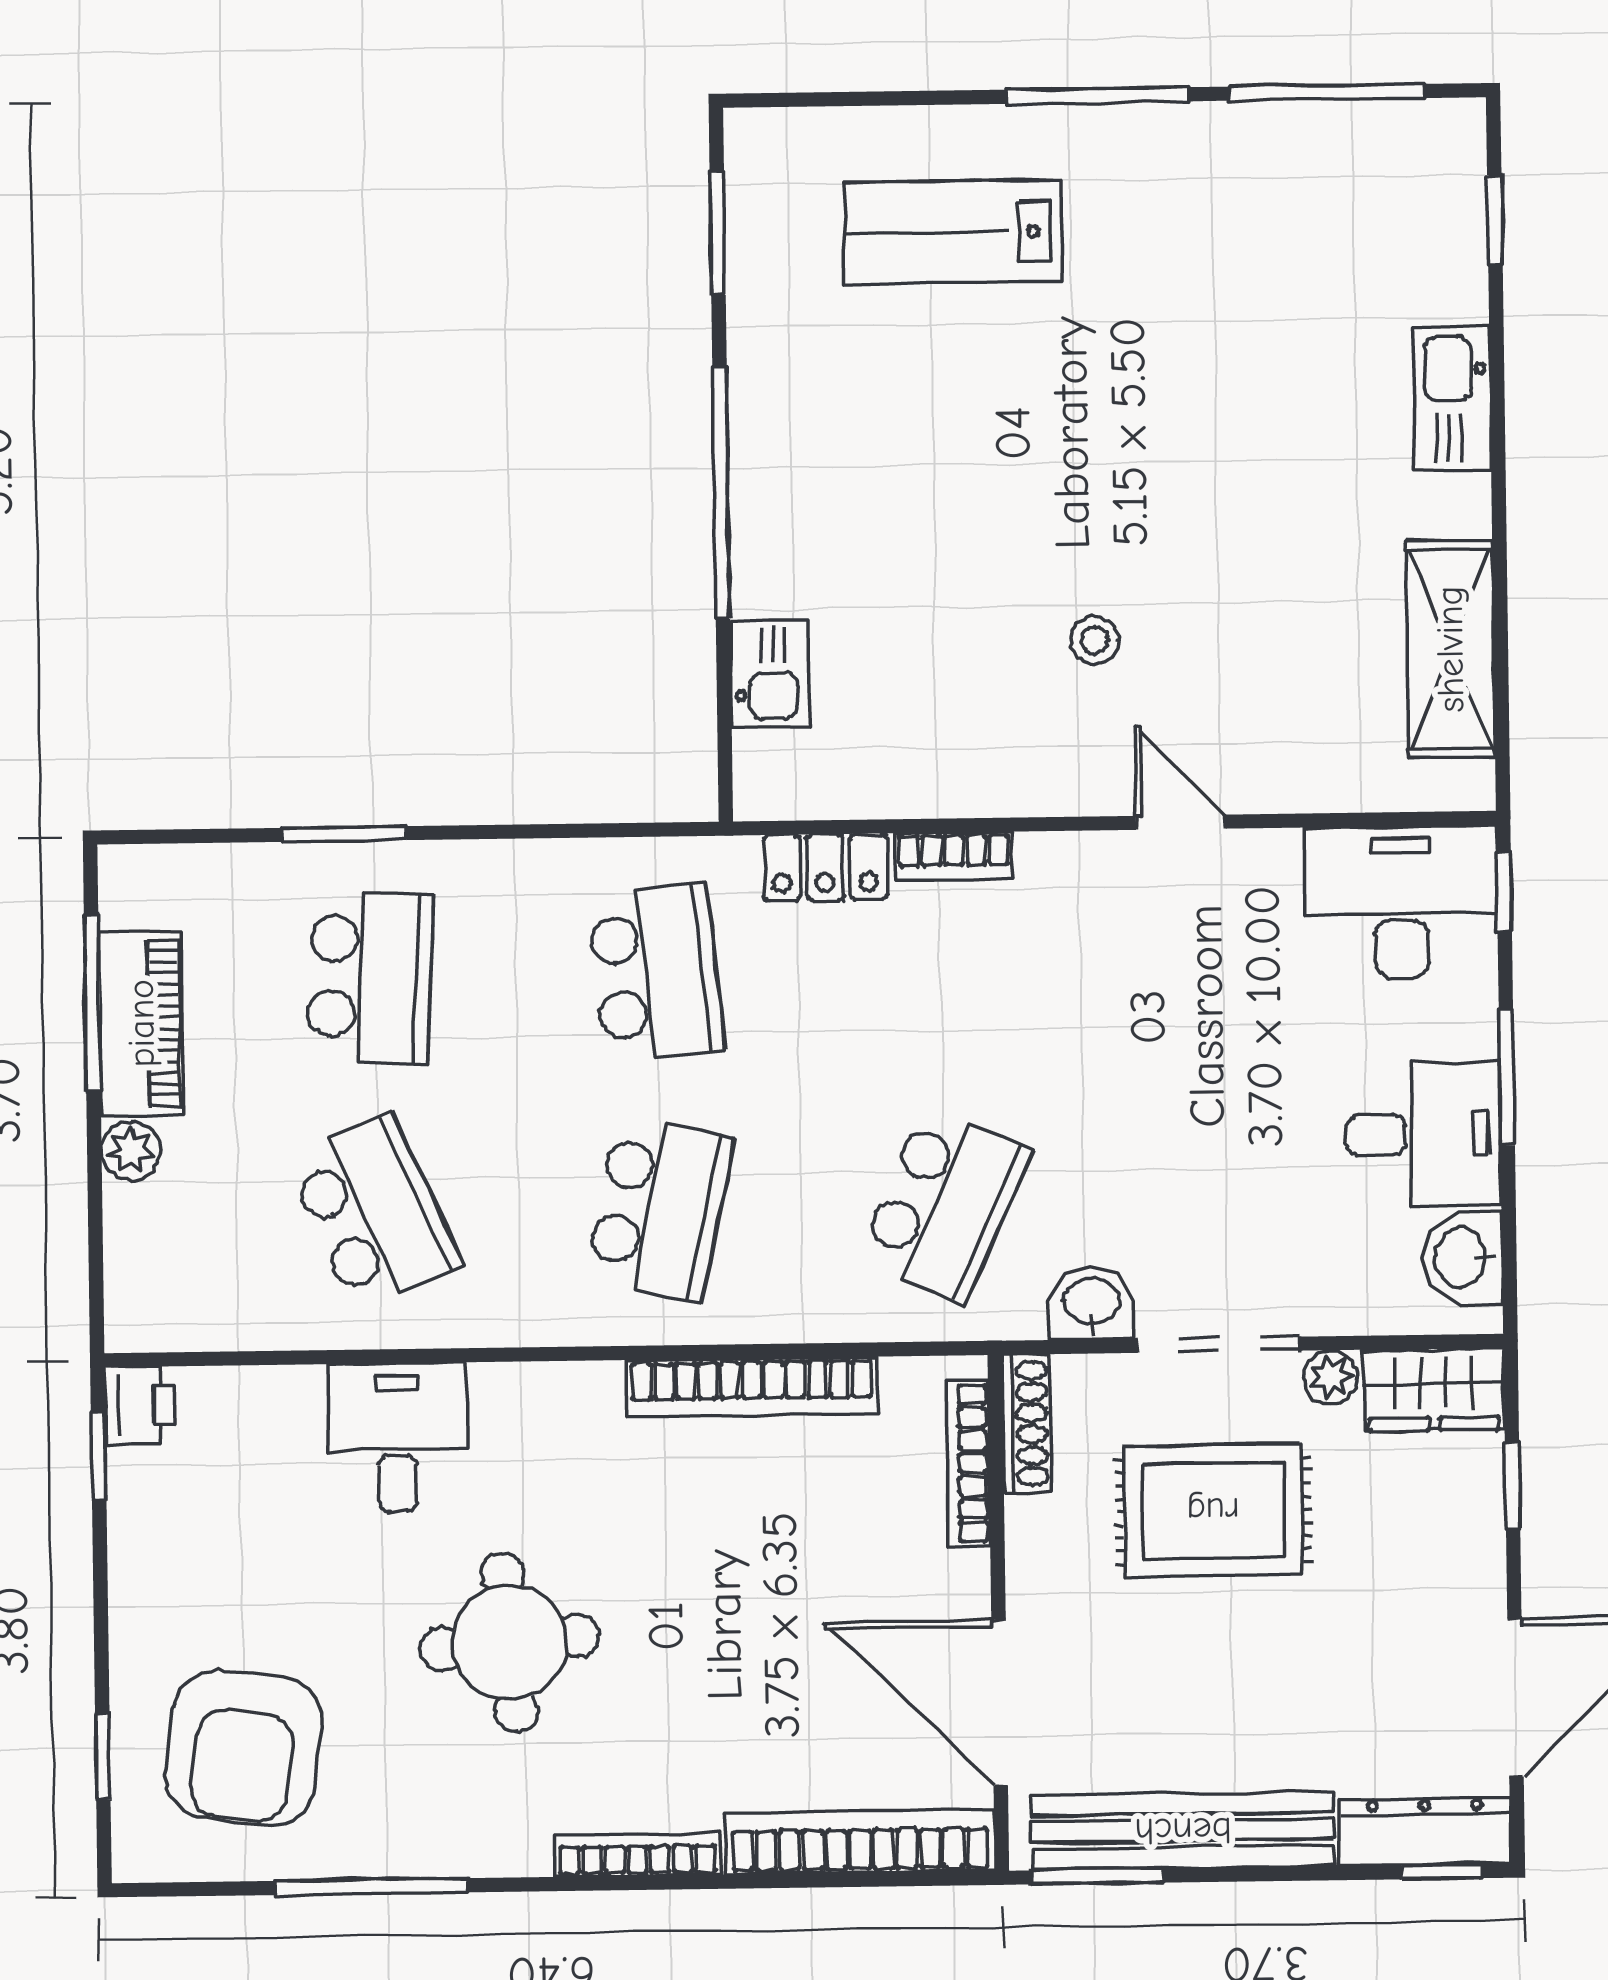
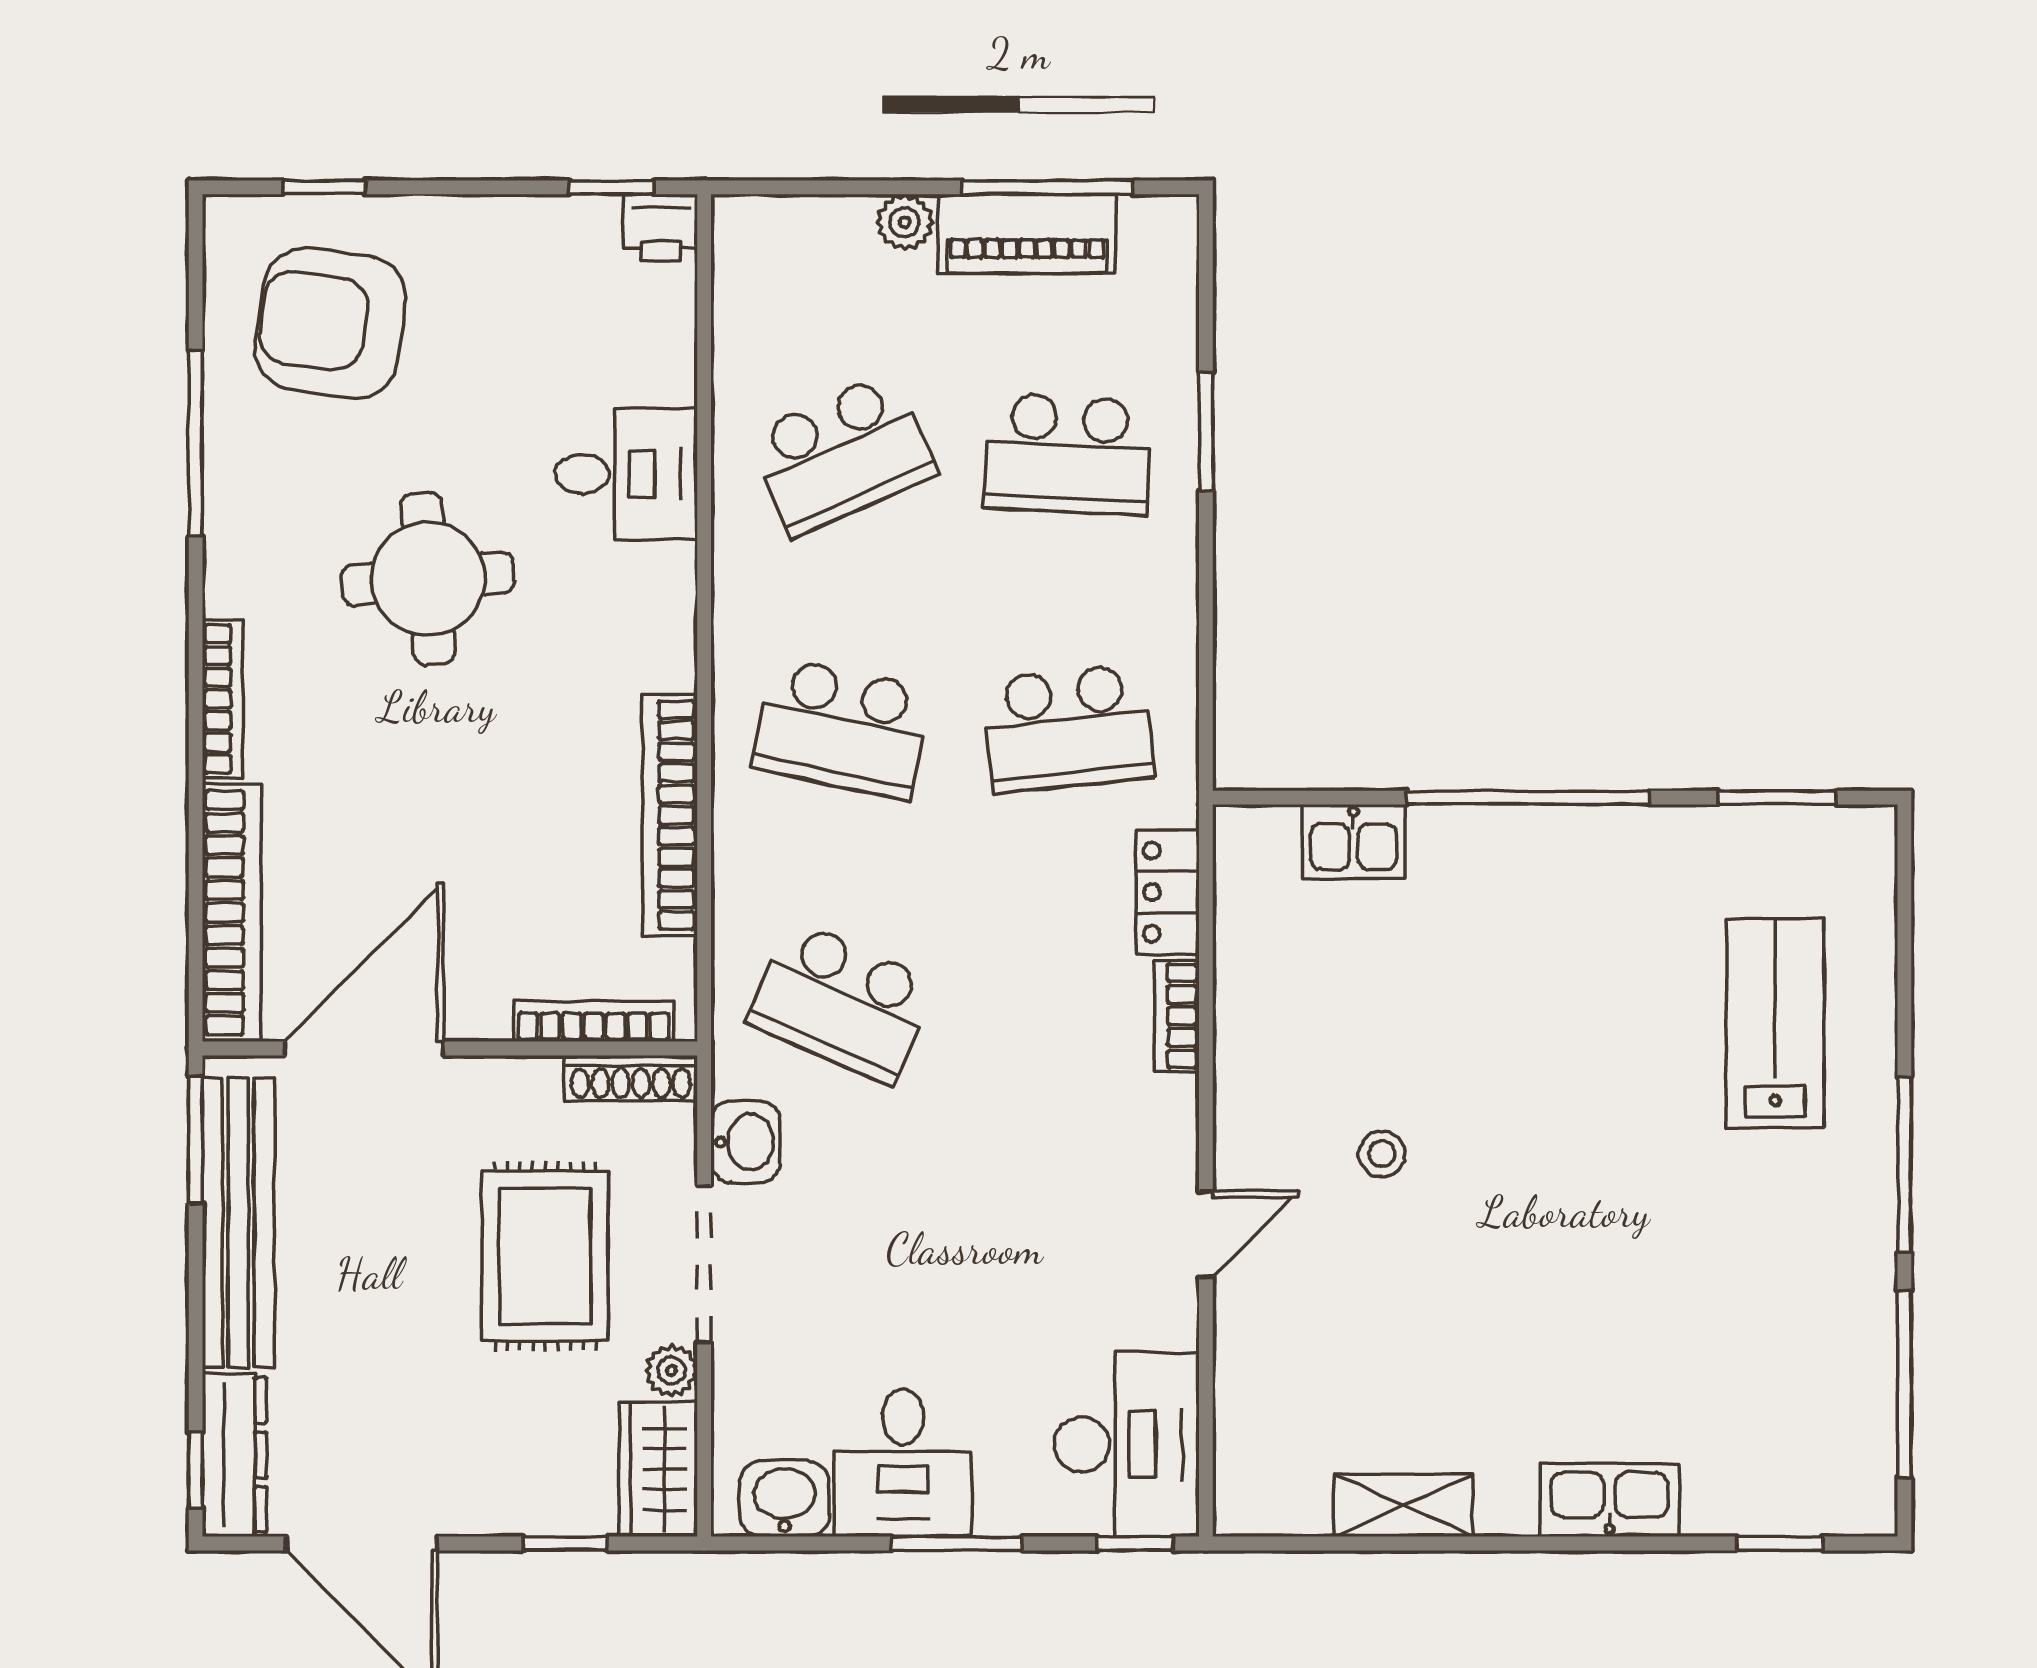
shelving: (1450, 649) -> (1403, 1506), width x0.67, depth x0.75

